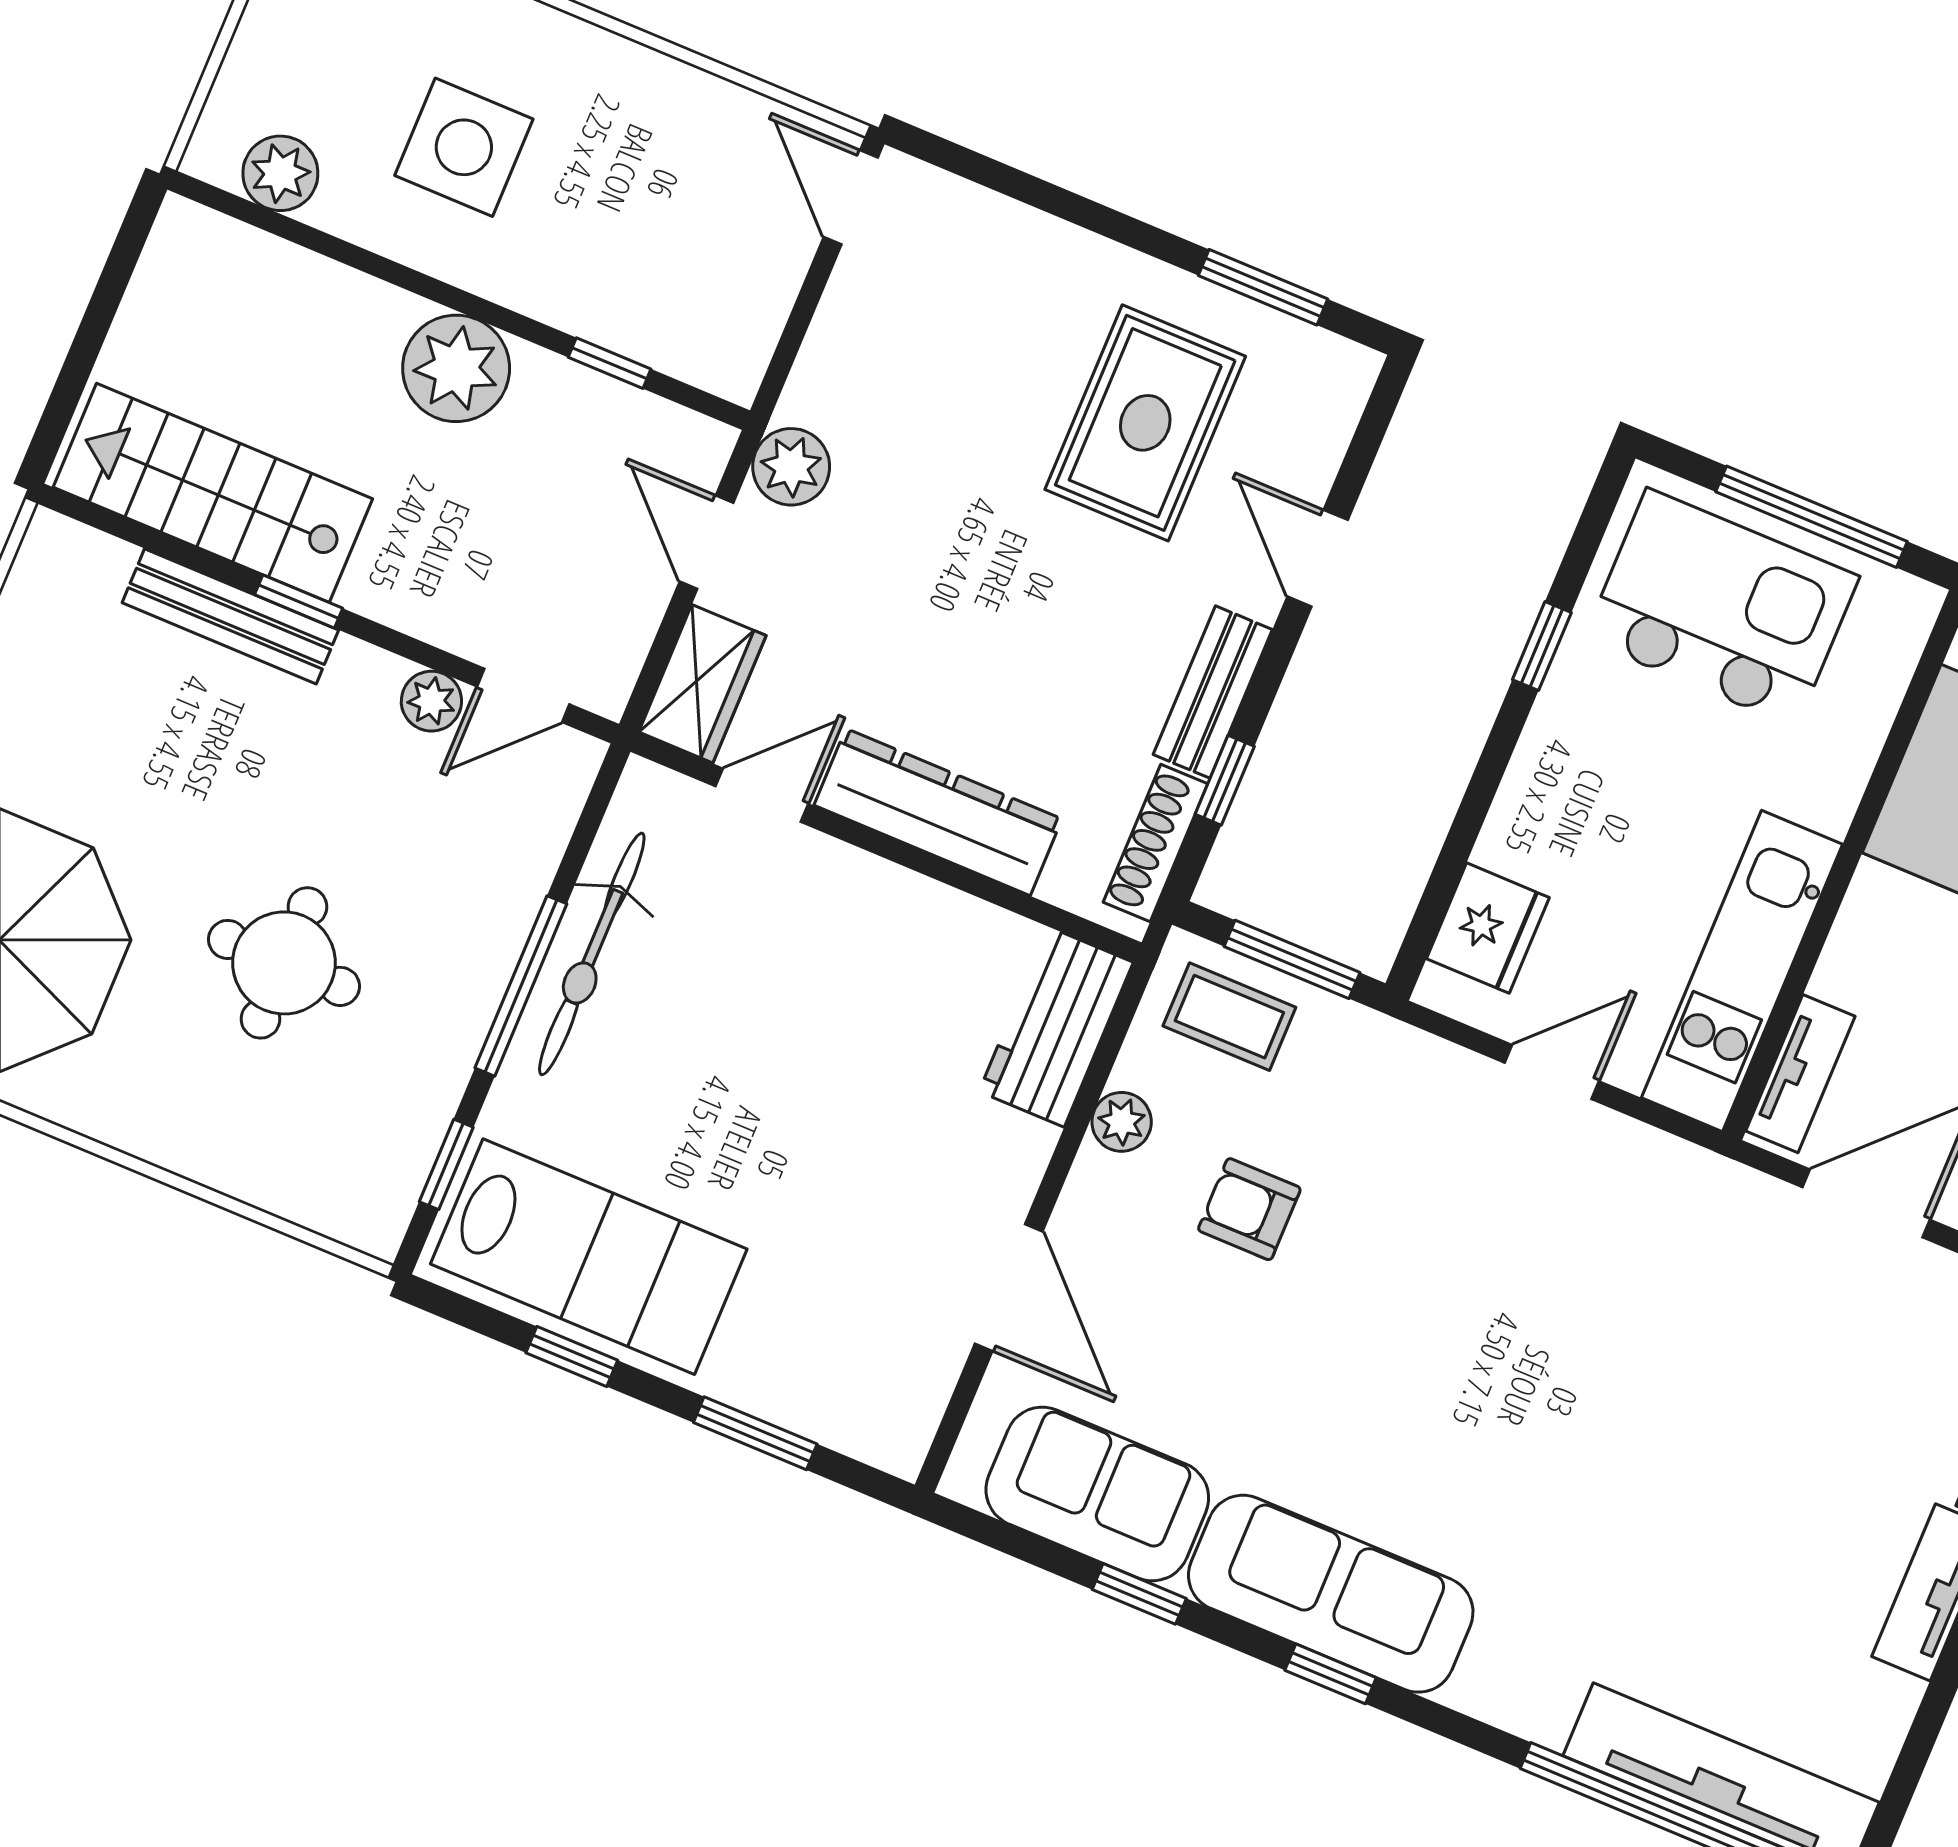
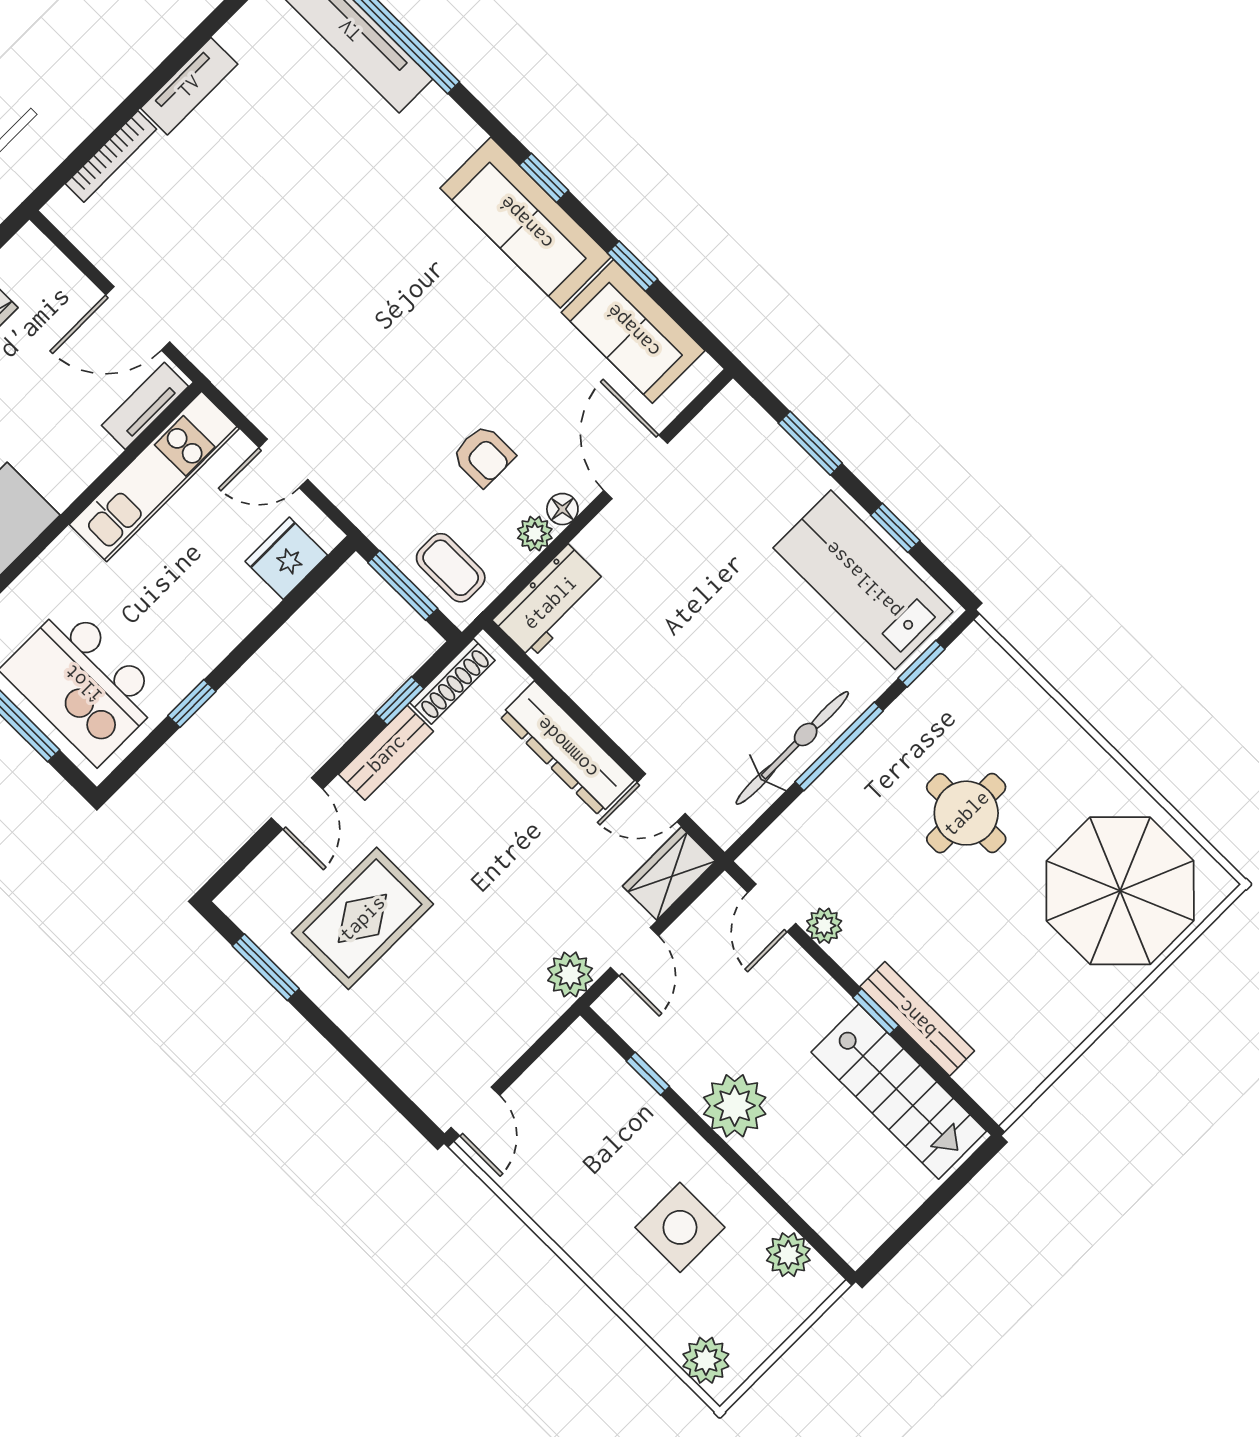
door: (523, 695) -> (772, 908), swing flipped
floor lamp: (1095, 1177) -> (562, 509), added

